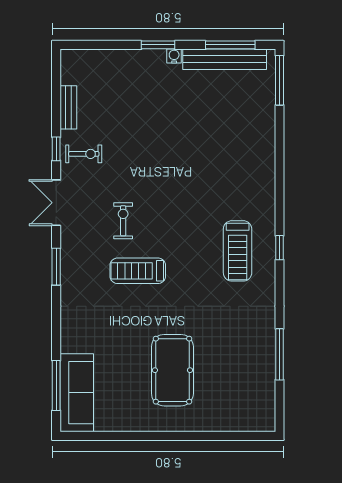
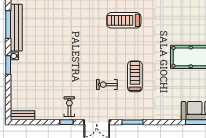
bench: (68, 107) -> (23, 115), moved
treadmill: (238, 251) -> (124, 20), turned 180
treadmill: (138, 271) -> (135, 76), turned 180

